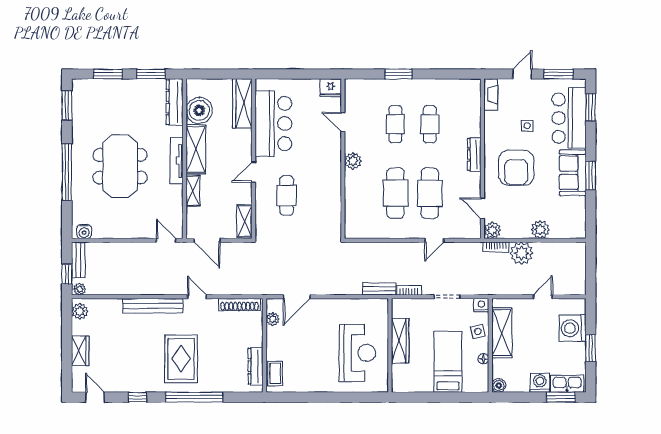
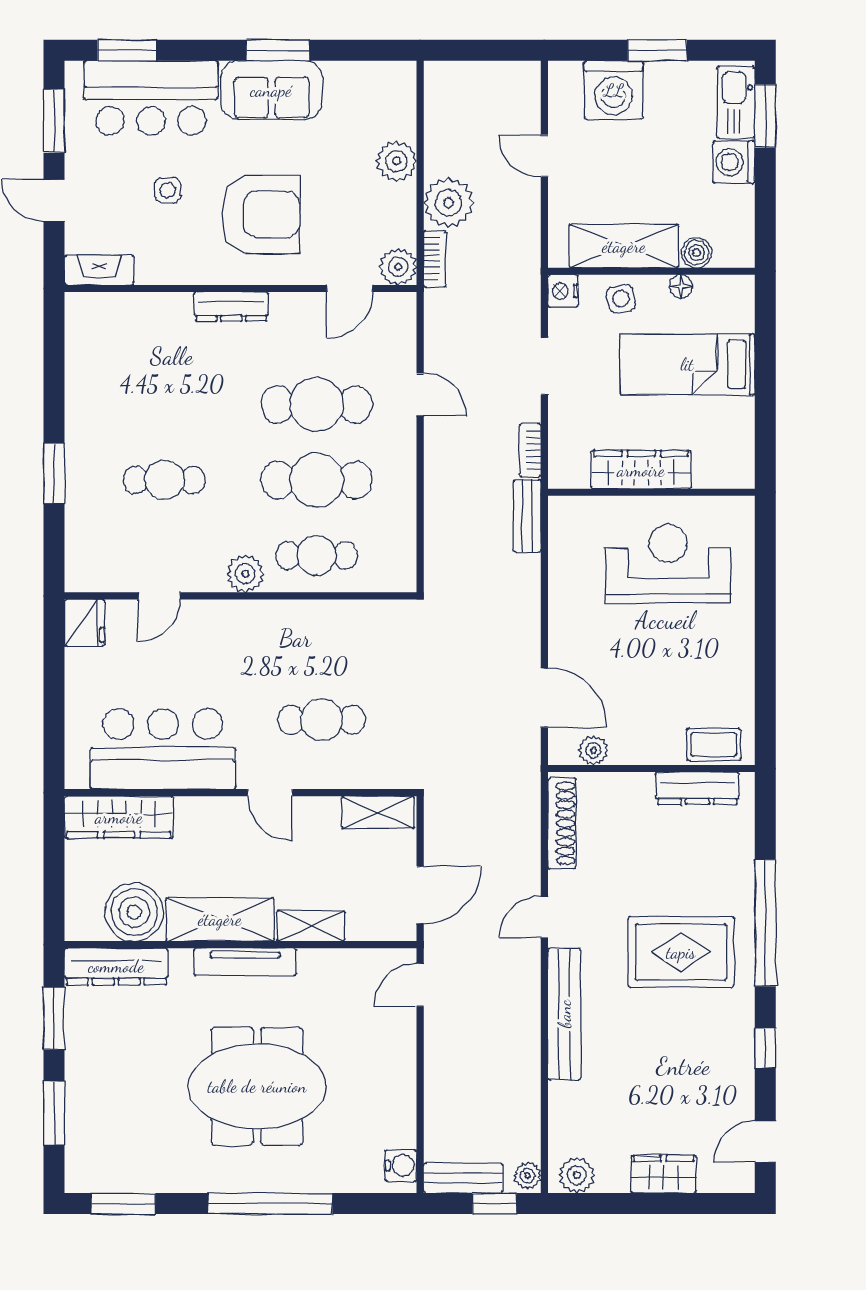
cafe table: (430, 124) -> (317, 556), moved
boiler: (499, 385) -> (697, 253), moved

